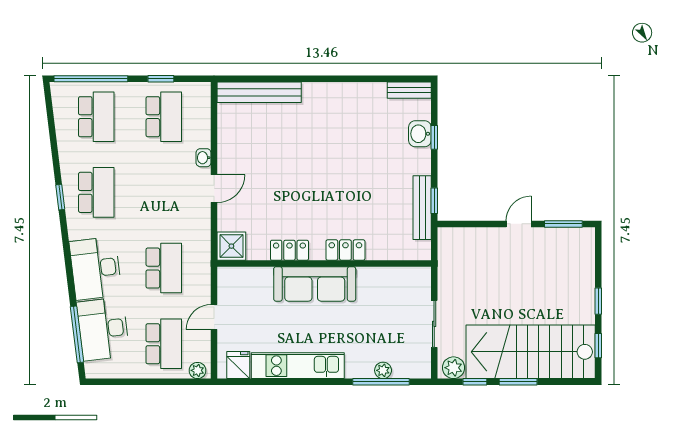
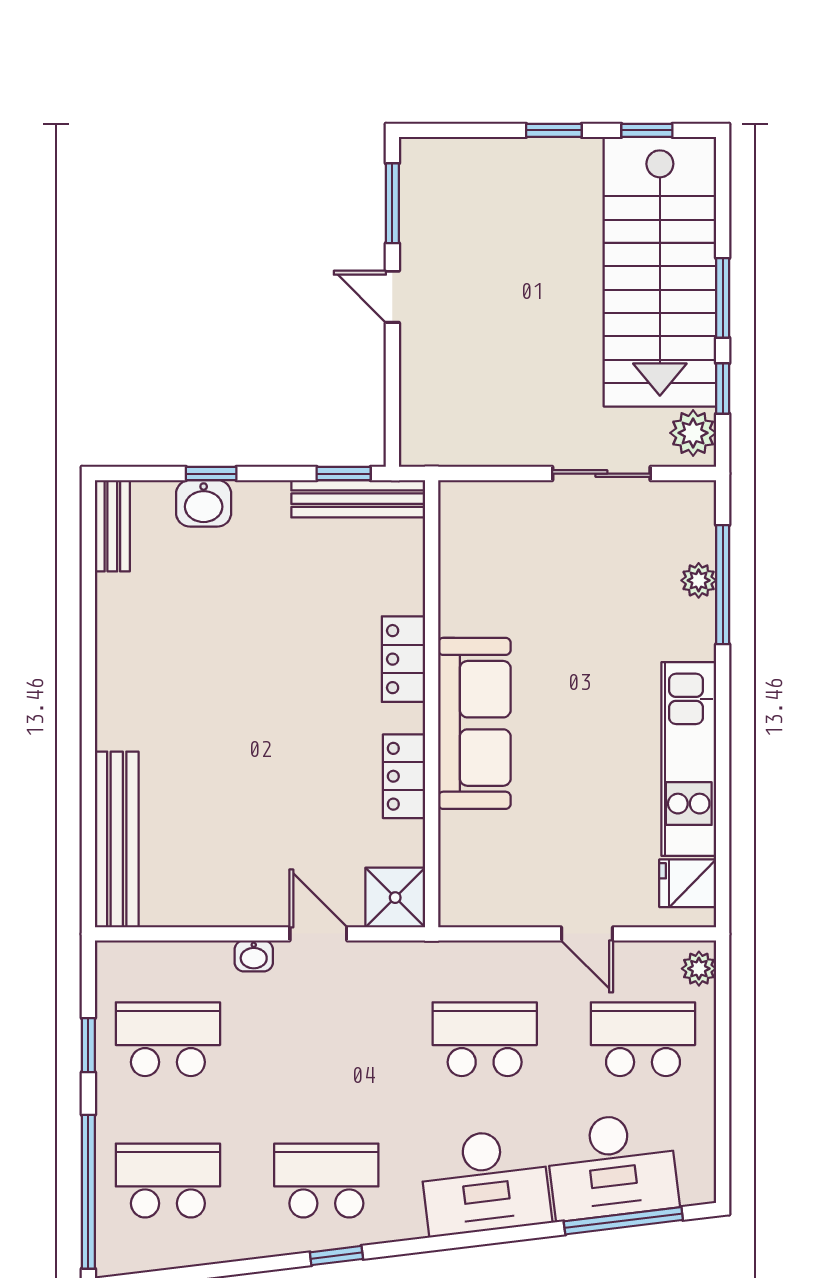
shower: (231, 246) -> (395, 898), moved
locker: (289, 250) -> (404, 776), moved
locker: (345, 250) -> (403, 659), moved
wall: (324, 263) -> (432, 704), moved
sofa: (315, 284) -> (474, 723), moved

